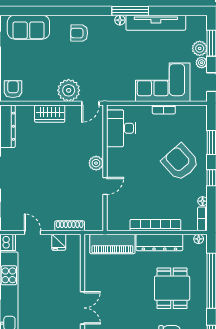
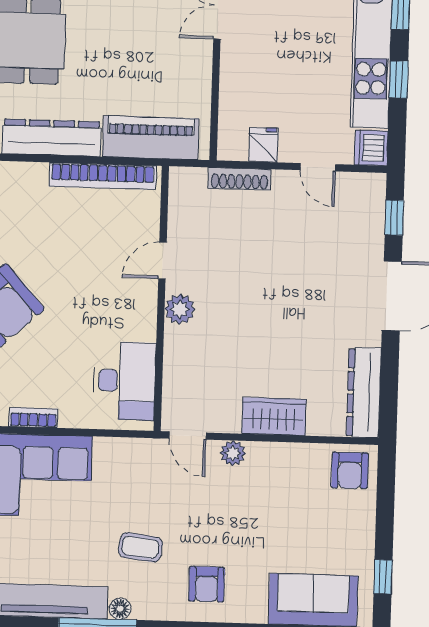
armchair: (79, 33) -> (207, 584), turned 89
coffee table: (111, 50) -> (140, 547), added
plant: (69, 90) -> (233, 453), width x0.53, depth x0.53
door: (90, 103) -> (188, 436), swing flipped
bookcase: (155, 225) -> (103, 176), moved

